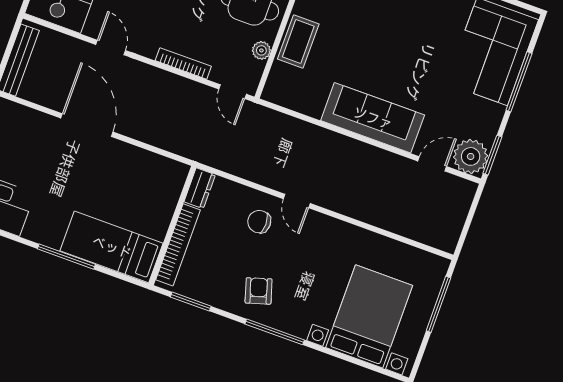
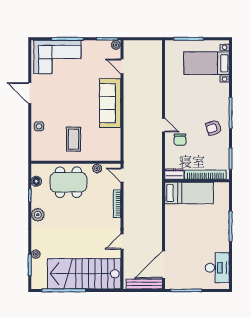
coffee table: (298, 42) -> (73, 139), moved, turned 90
door: (233, 92) -> (122, 175), swing flipped
door: (87, 125) -> (164, 265), moved
plant: (471, 156) -> (116, 45), width x0.53, depth x0.53
door: (297, 201) -> (164, 125), hinge flipped
bed: (112, 247) -> (189, 193), moved, turned -90
bed with nightstands: (369, 316) -> (207, 63), width x0.73

